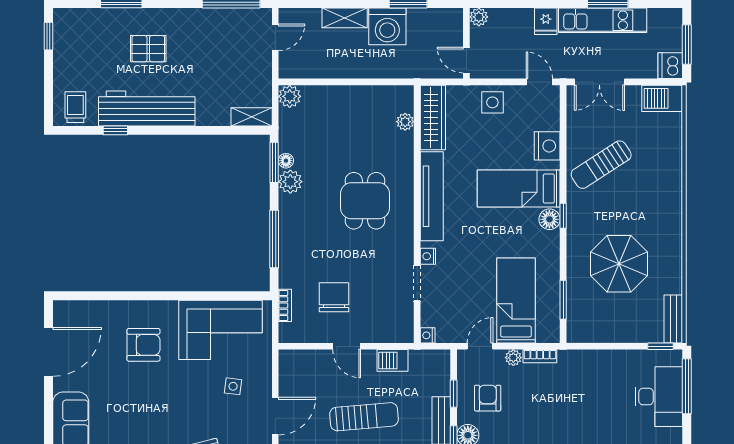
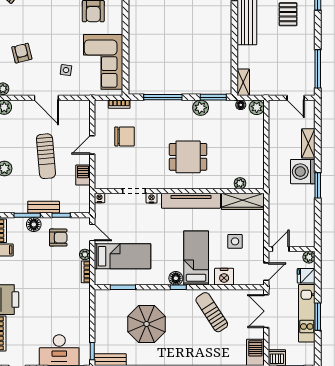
plant: (479, 17) -> (309, 257), moved
wall: (466, 43) -> (292, 249), moved
door: (466, 60) -> (281, 249), moved
side table: (492, 102) -> (235, 241), moved
floor lamp: (286, 161) -> (241, 105), moved

